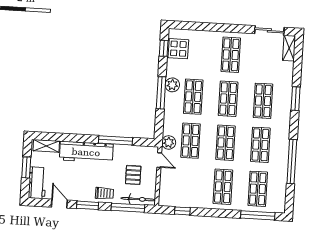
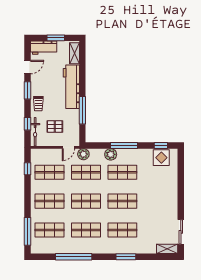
shop shelf: (231, 55) -> (49, 172), moved
plant: (172, 85) -> (111, 154), moved
window: (128, 208) -> (28, 124), width x0.46

